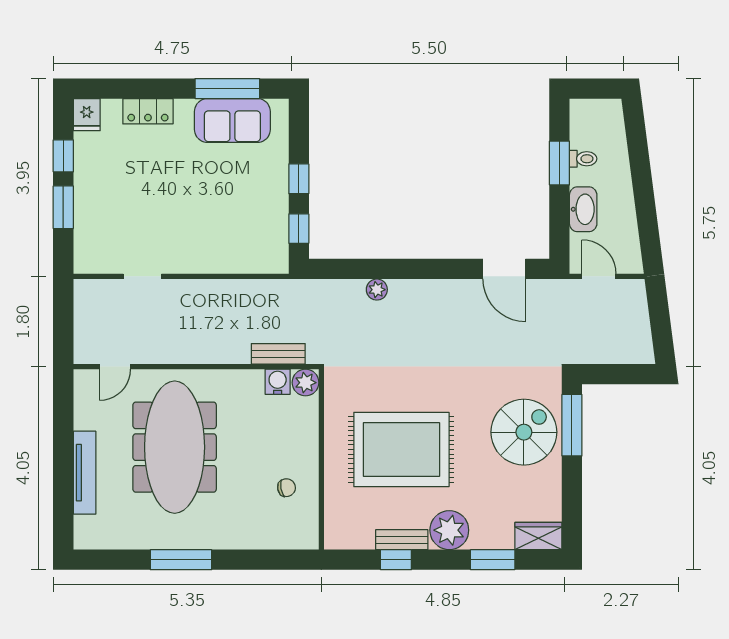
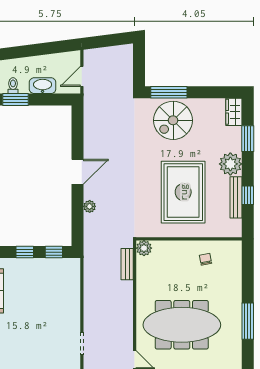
door: (504, 269) -> (78, 172), moved
water cooler: (278, 382) -> (144, 264), removed
spiral stairs: (524, 432) -> (173, 120), turned -90
bench: (402, 540) -> (236, 197), width x1.36

